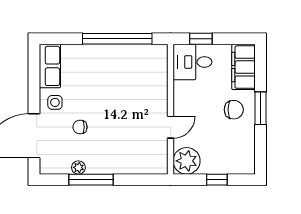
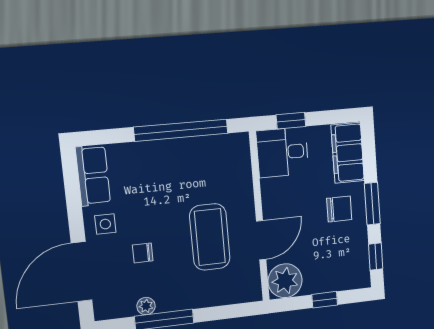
coffee table: (131, 120) -> (210, 237), added
door: (171, 127) -> (261, 240), width x1.37
window: (261, 150) -> (376, 257), added

